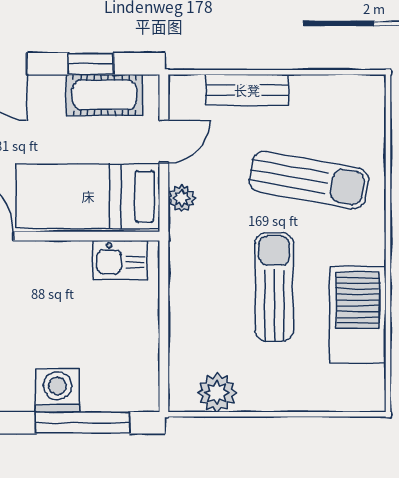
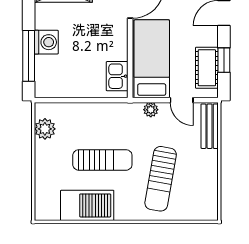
bench: (247, 90) -> (210, 126), moved

